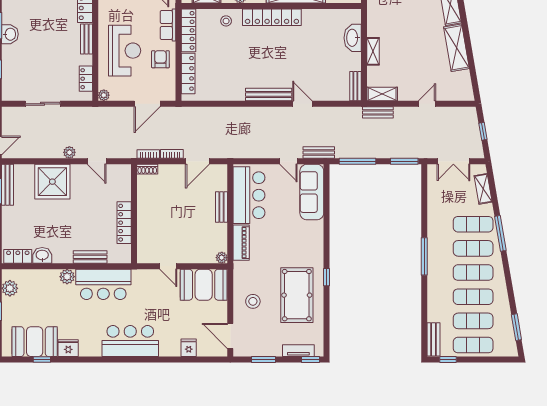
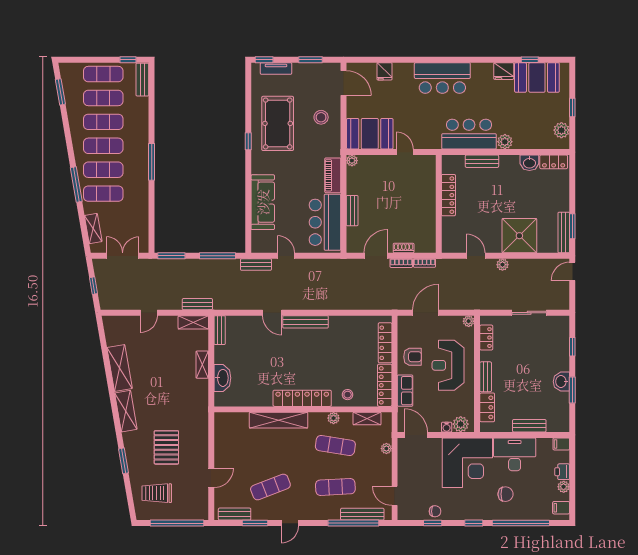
armchair: (160, 59) -> (412, 357), turned -90
shoe rack: (147, 169) -> (404, 248), moved
sofa: (312, 192) -> (263, 202), moved

